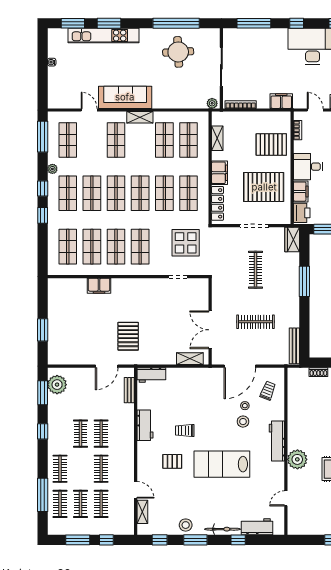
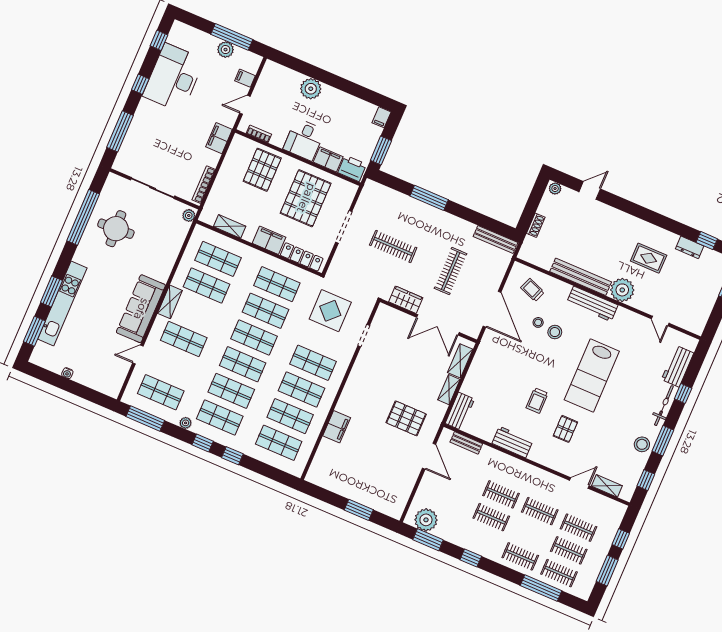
wardrobe: (292, 240) -> (406, 300), moved, turned 180
shelving: (164, 359) -> (449, 390), added
bench: (294, 423) -> (581, 277), added

